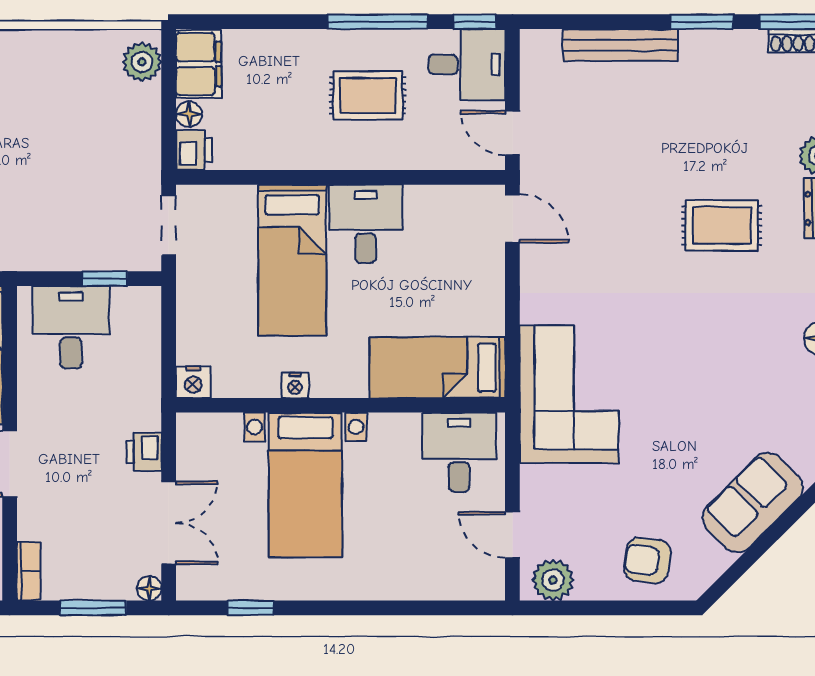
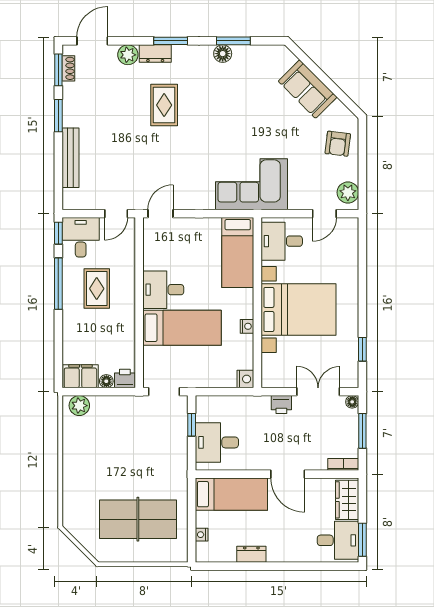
bed with nightstands: (305, 485) -> (298, 309), width x1.36

